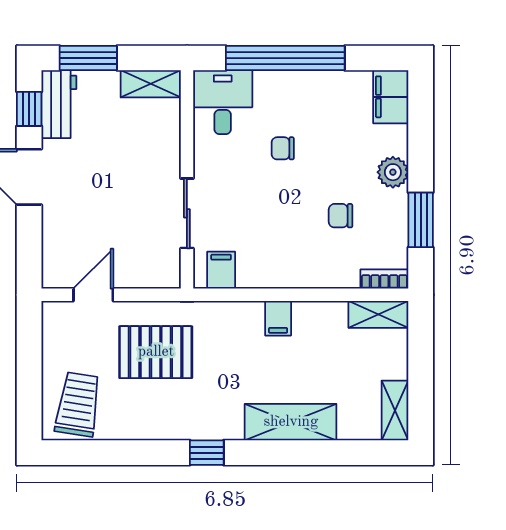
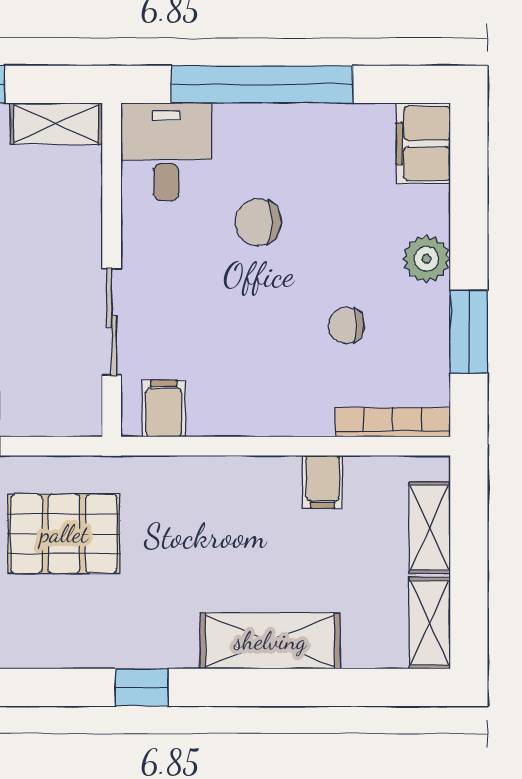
chair: (283, 148) -> (258, 222), width x1.37, depth x1.37
bookcase: (384, 279) -> (393, 422), width x1.56
shelving: (378, 314) -> (430, 528), moved, turned 90
filing cabinet: (278, 318) -> (323, 482), moved

